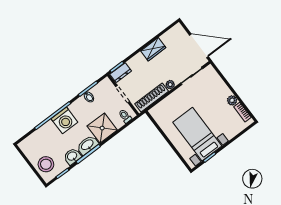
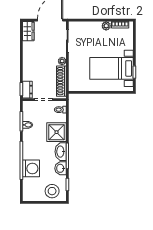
wardrobe: (153, 49) -> (28, 31), moved
washing machine: (64, 120) -> (31, 168), moved

